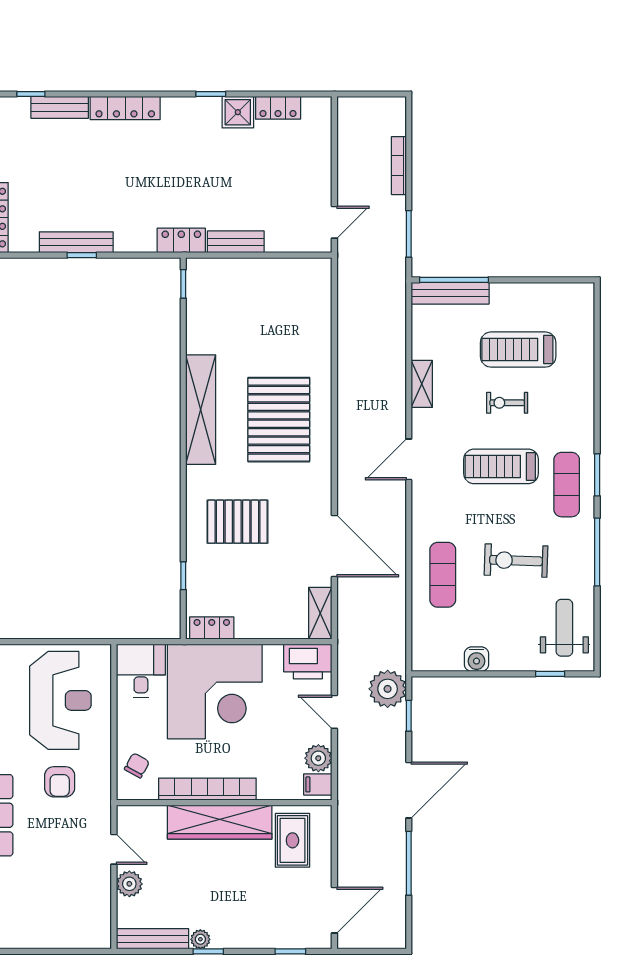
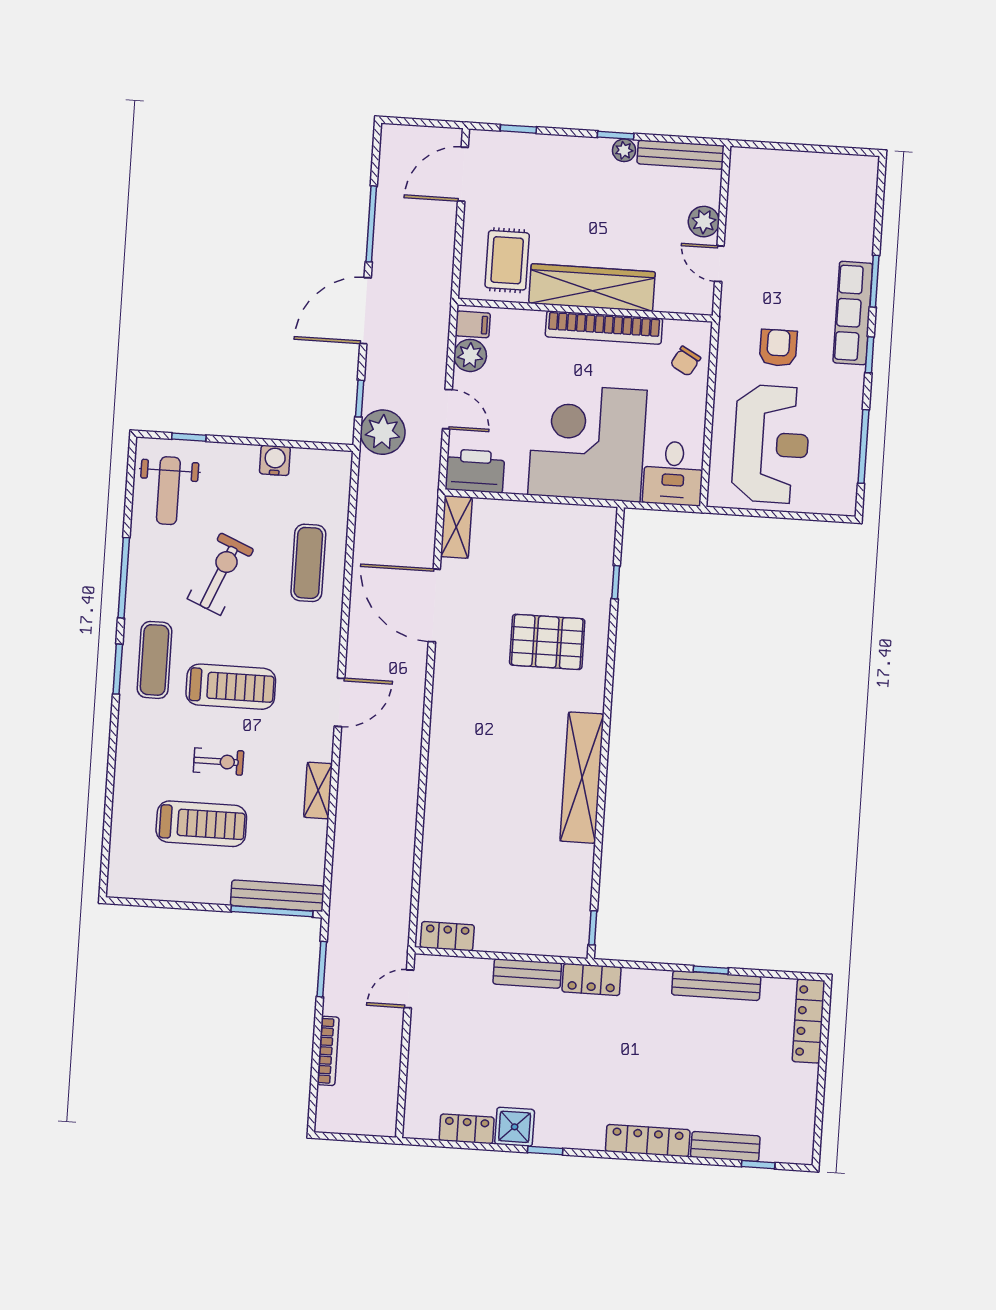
pallet: (279, 420) -> (490, 760), removed
exercise bike: (516, 561) -> (220, 574), turned -69
locker: (212, 628) -> (447, 936), moved, turned 180
reception desk: (60, 700) -> (771, 444), turned 180

